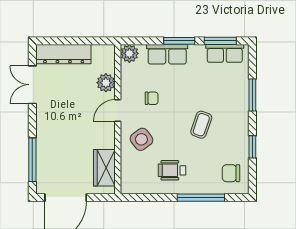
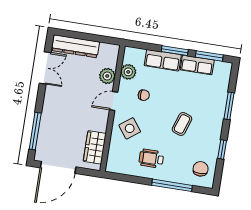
plant: (129, 53) -> (128, 72), moved
row of seats: (225, 53) -> (197, 65), moved
double door: (32, 85) -> (45, 68), swing flipped
chair: (231, 173) -> (201, 169), turned 90

